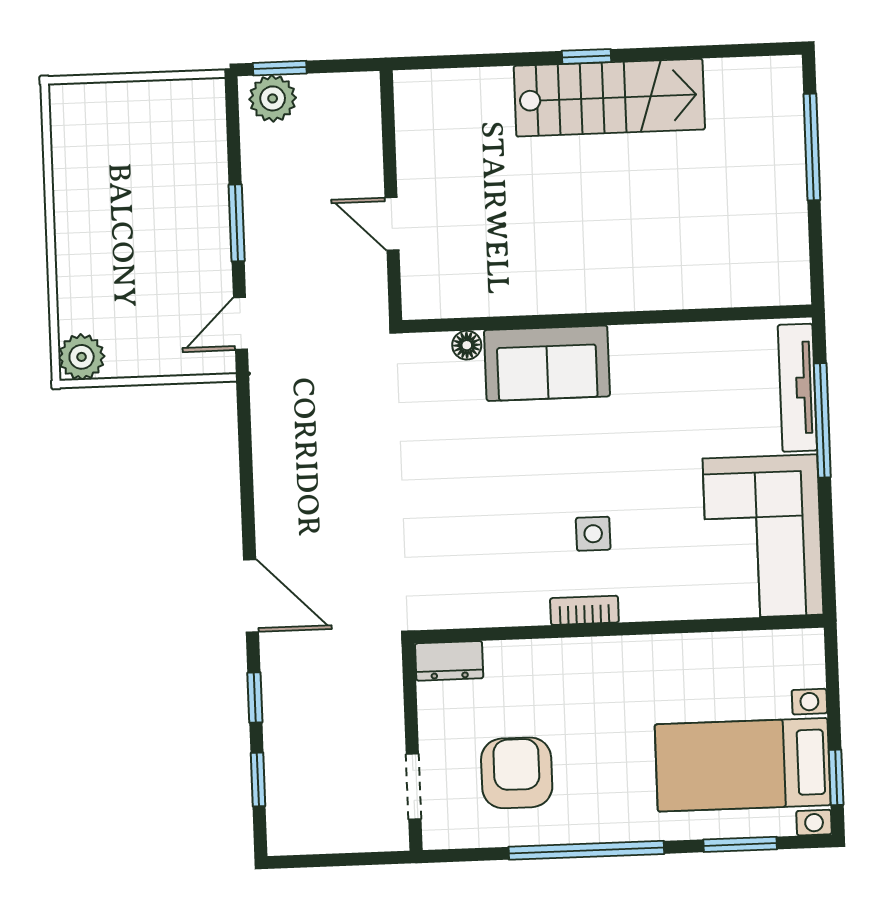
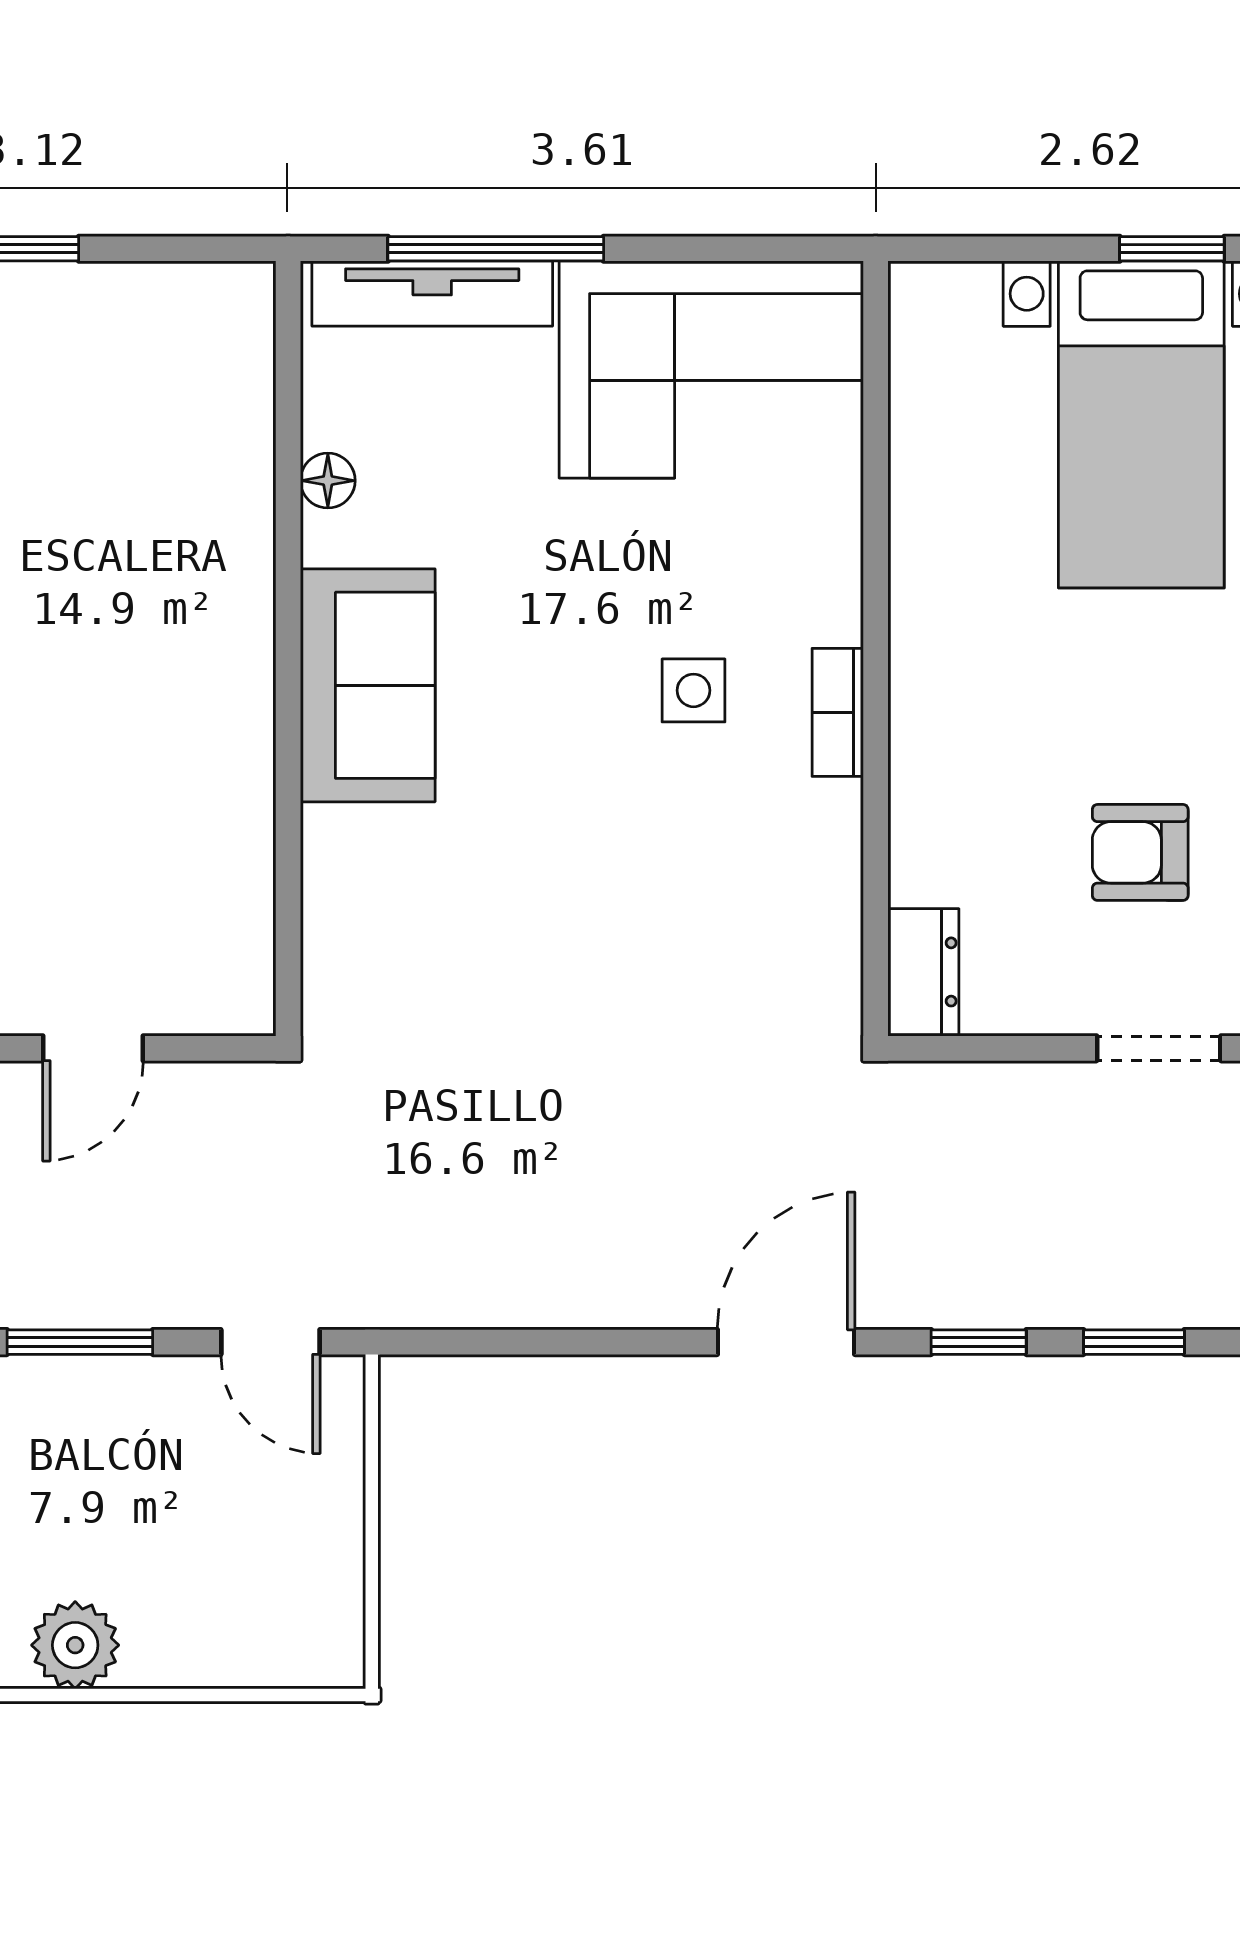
floor lamp: (467, 345) -> (328, 481), moved
plant: (82, 357) -> (75, 1645), moved
sofa: (547, 363) -> (368, 685), moved
armchair: (517, 773) -> (1140, 852), width x0.72, depth x0.72

